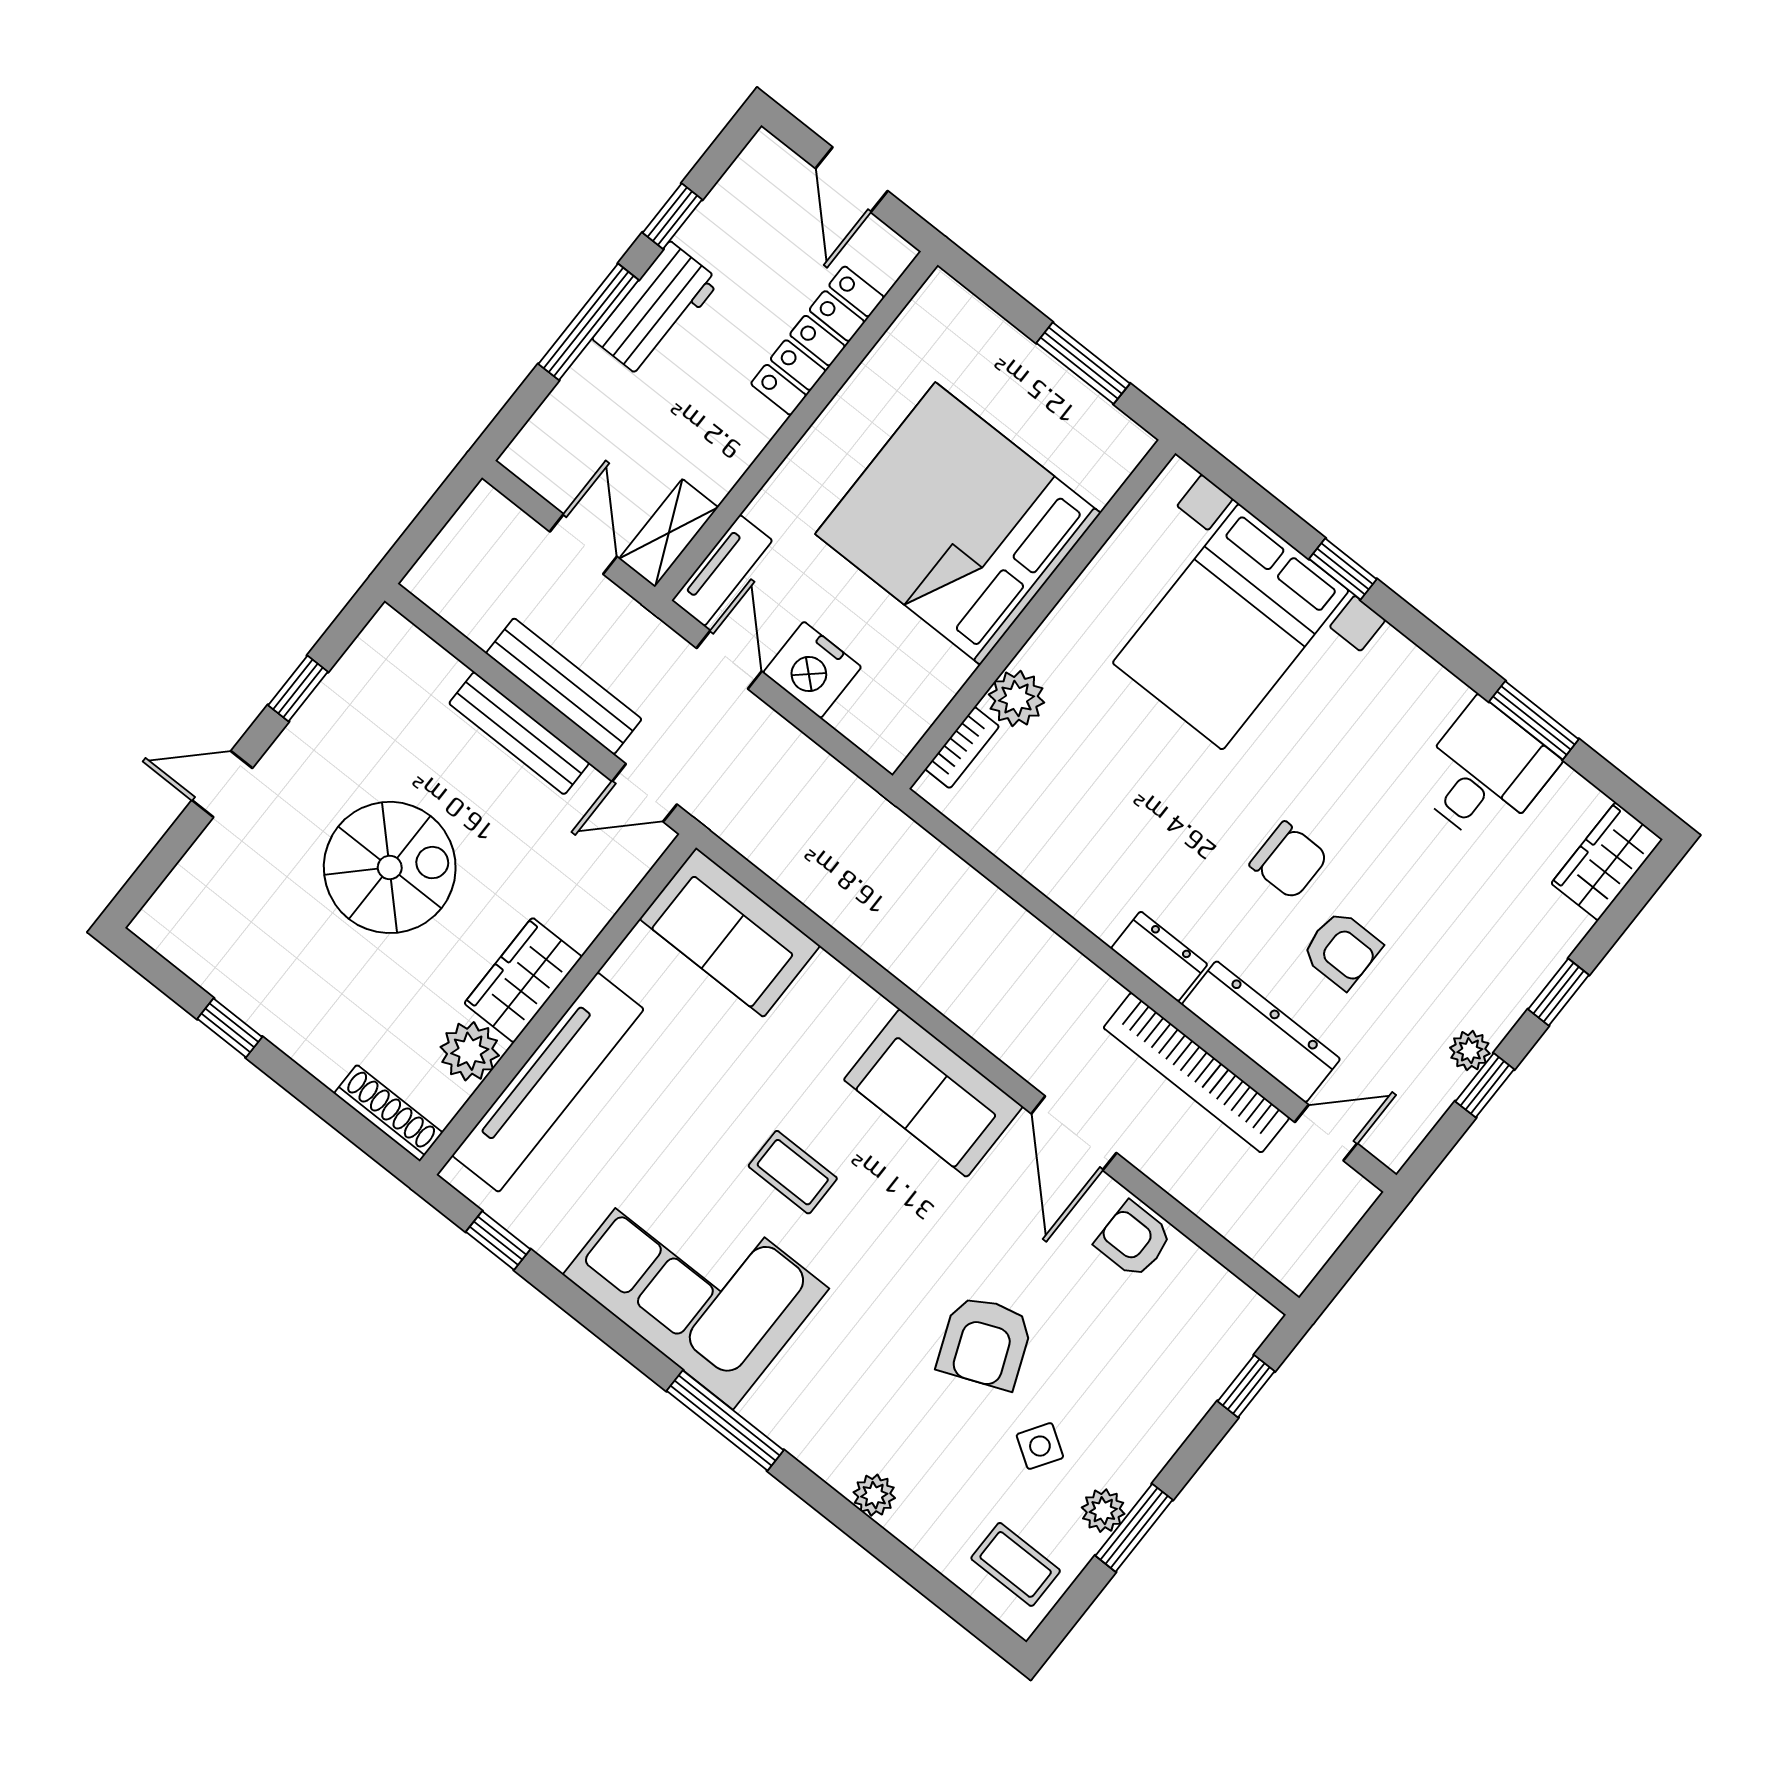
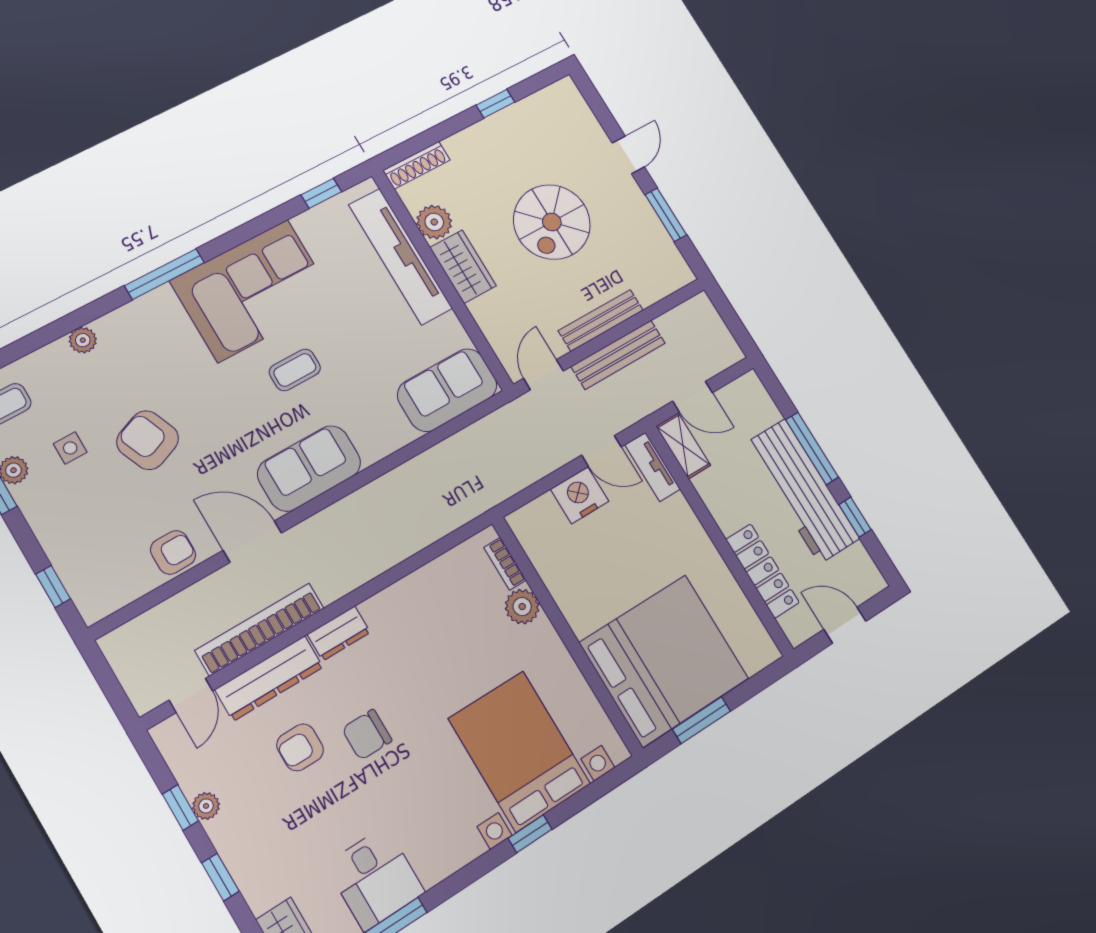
workbench: (656, 310) -> (802, 491), width x1.88, depth x1.32
bed: (958, 523) -> (664, 660), moved
window: (298, 688) -> (666, 215), width x1.50
side table: (1040, 1446) -> (70, 448), turned -33

